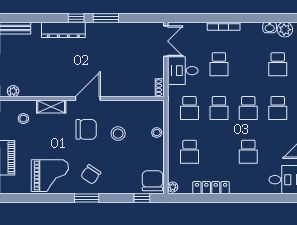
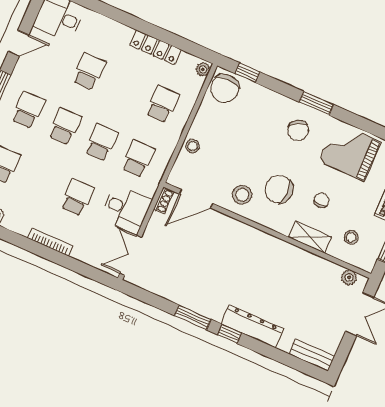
door: (88, 98) -> (196, 199), moved
stool: (118, 134) -> (242, 195), moved
chair: (54, 135) -> (321, 200), added
chair: (91, 174) -> (298, 130), turned 118

